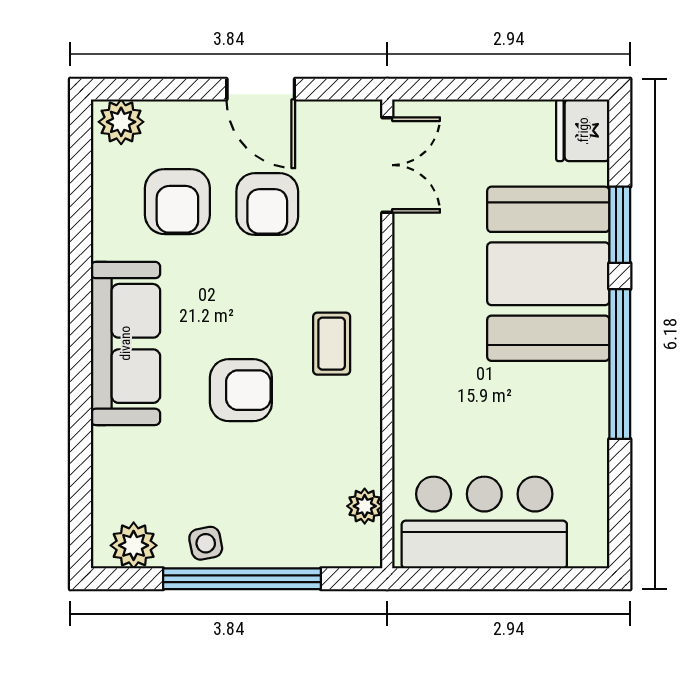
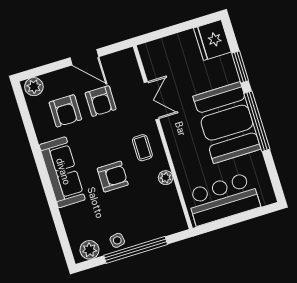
fridge: (583, 130) -> (212, 40), width x1.36, depth x1.34
double door: (387, 165) -> (152, 101), moved
booth: (548, 274) -> (227, 123), moved
plant: (365, 506) -> (166, 178), moved

